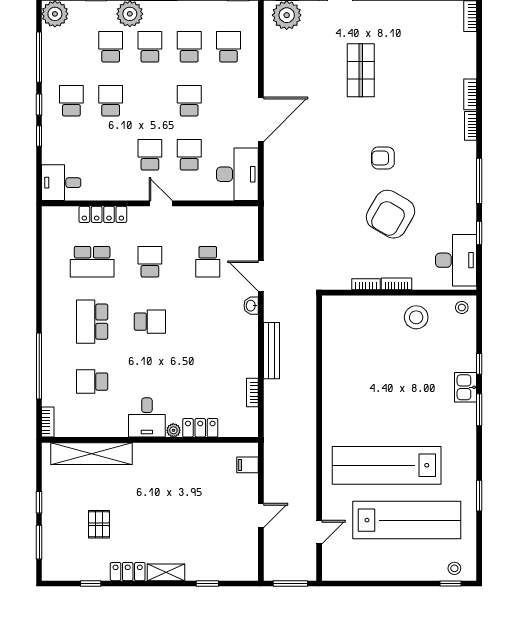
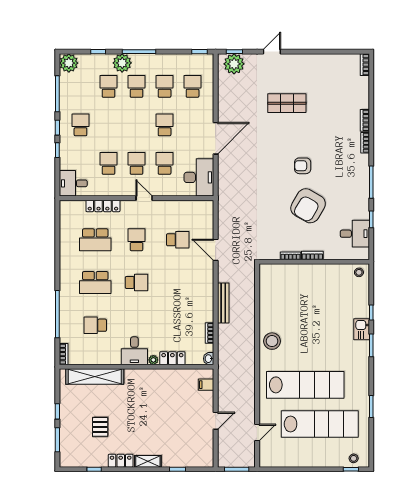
shop shelf: (361, 70) -> (287, 103), turned 90
school desk: (111, 101) -> (108, 163), moved
desk: (456, 260) -> (355, 234), width x0.73
school desk: (208, 262) -> (178, 240), turned -90
washbasin: (251, 306) -> (209, 359), moved
stool: (416, 317) -> (272, 341), moved
school desk: (92, 322) -> (95, 282), turned -90
lab bench: (387, 465) -> (305, 385), turned 180

